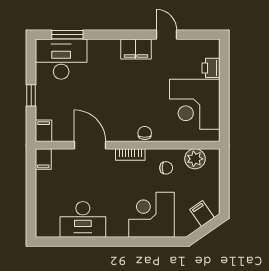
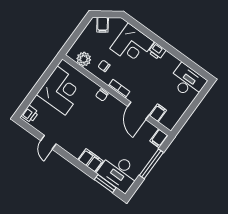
filing cabinet: (136, 49) -> (91, 160), moved
printer: (211, 68) -> (30, 114), moved
window: (31, 95) -> (151, 164), width x2.17
filing cabinet: (43, 159) -> (158, 113), moved
desk: (83, 219) -> (188, 81), moved
printer: (118, 229) -> (157, 51), added

